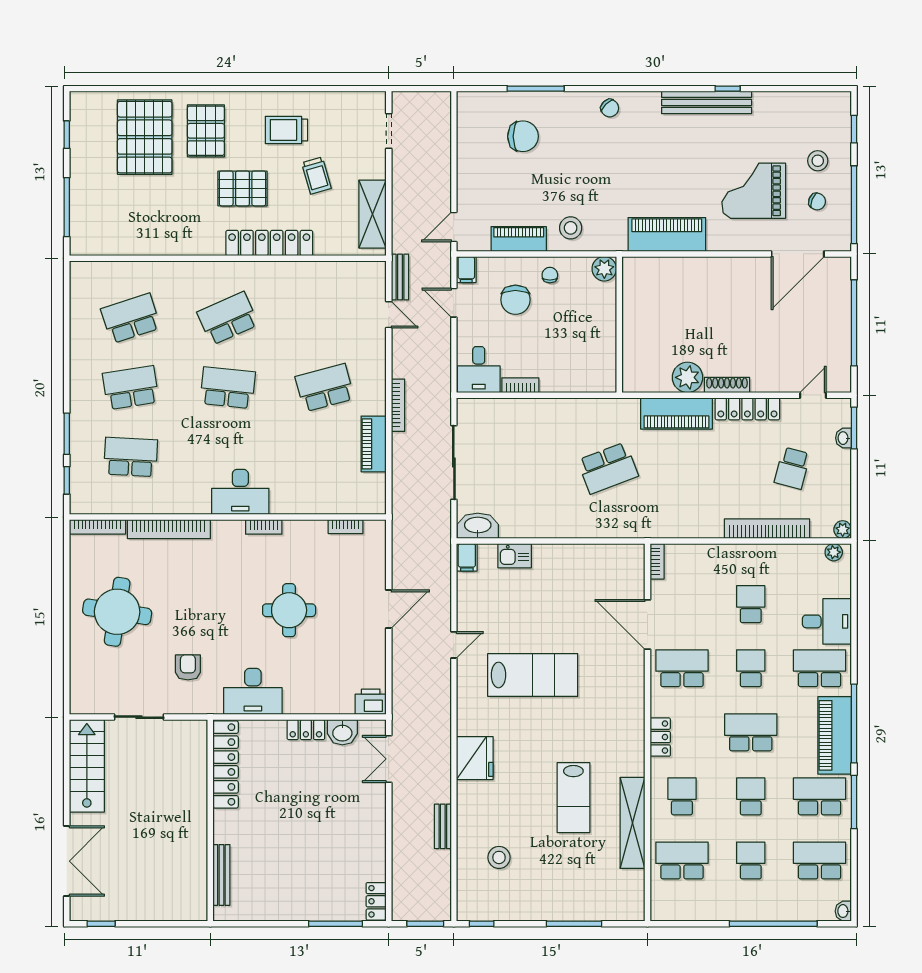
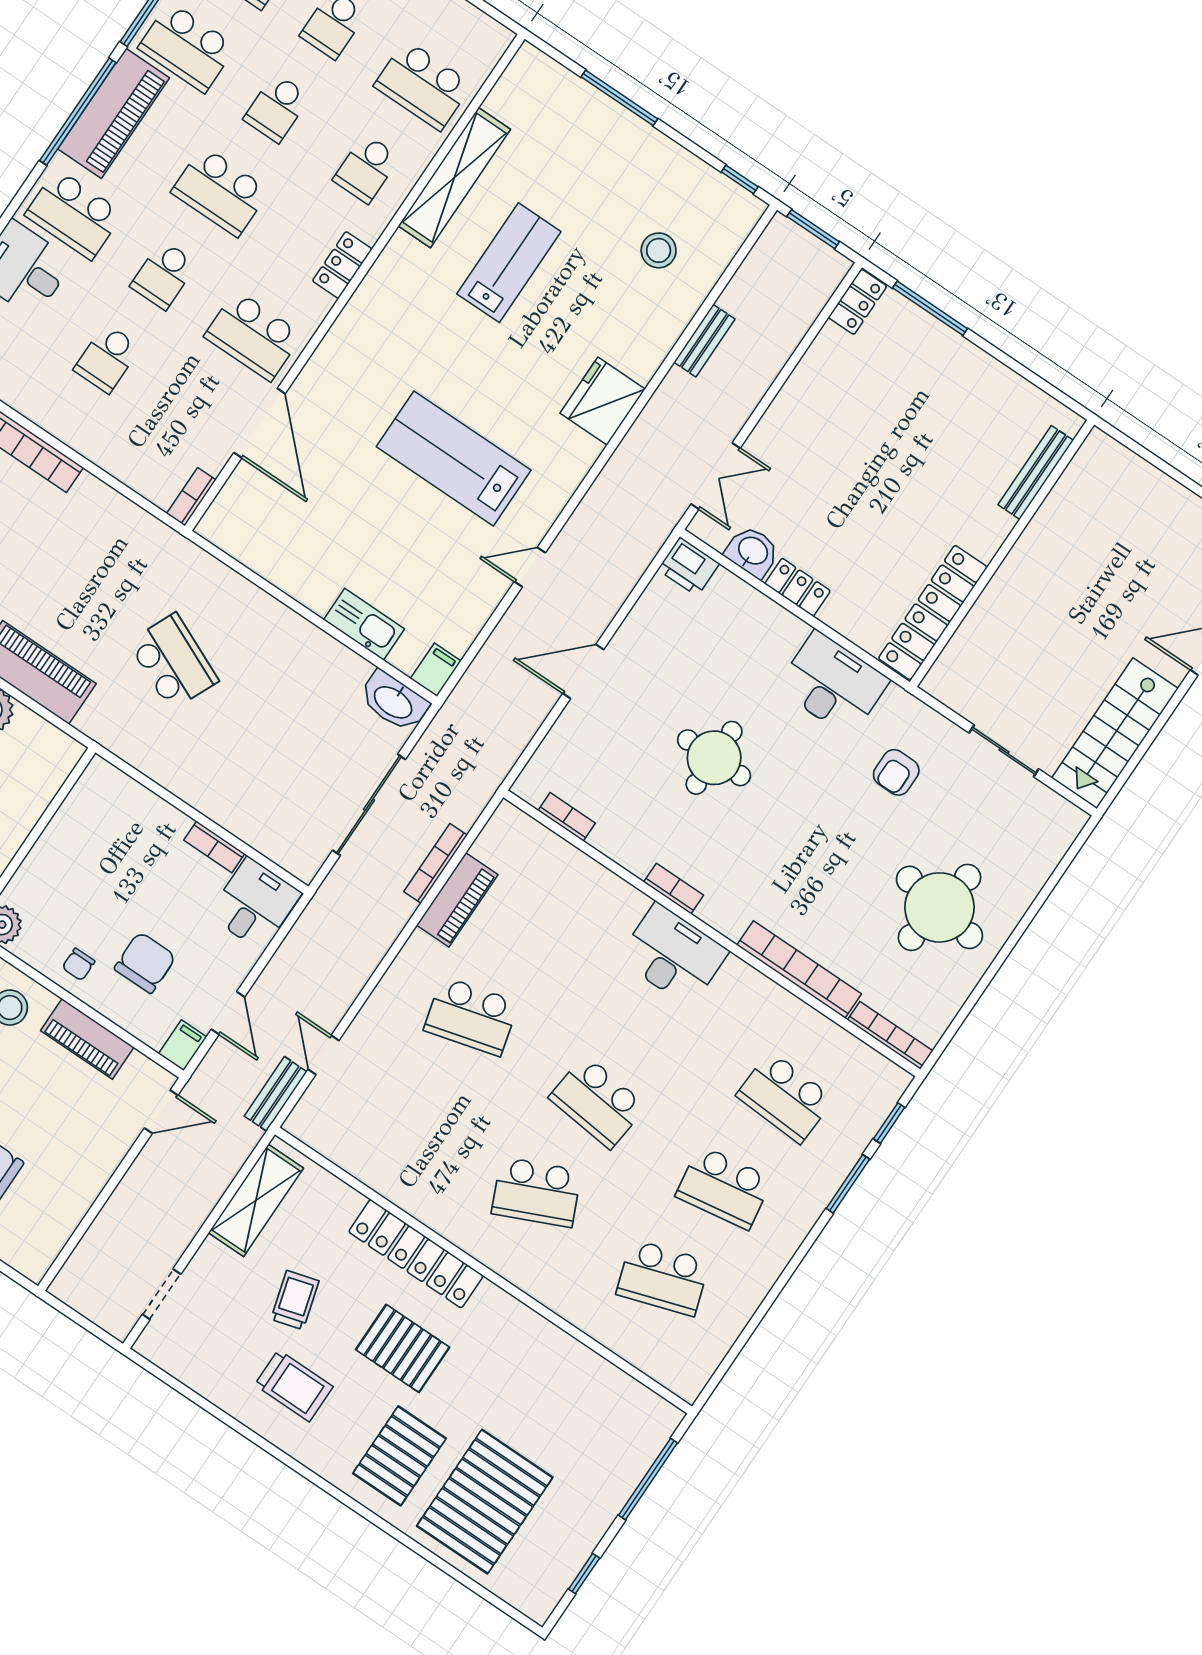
bookcase: (398, 405) -> (436, 863), moved
school desk: (608, 468) -> (173, 662), turned 45
kitchen sink: (515, 556) -> (364, 624), width x1.38

